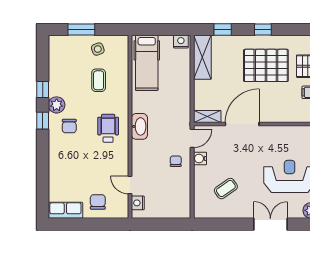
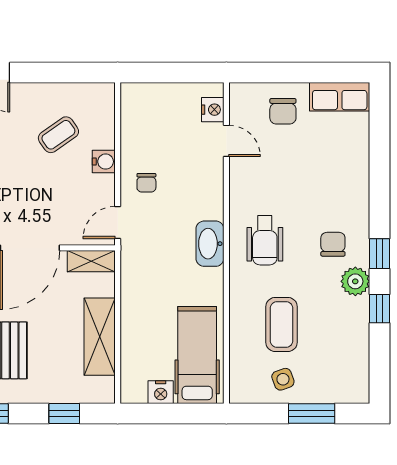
nightstand: (181, 42) -> (161, 392), moved
shelving: (202, 57) -> (100, 337), moved
coffee table: (99, 80) -> (282, 324), width x1.36, depth x1.30
water cooler: (200, 158) -> (104, 162), moved

